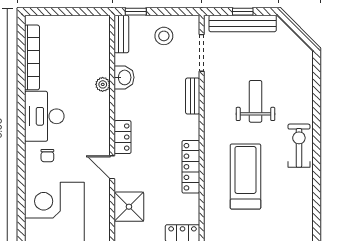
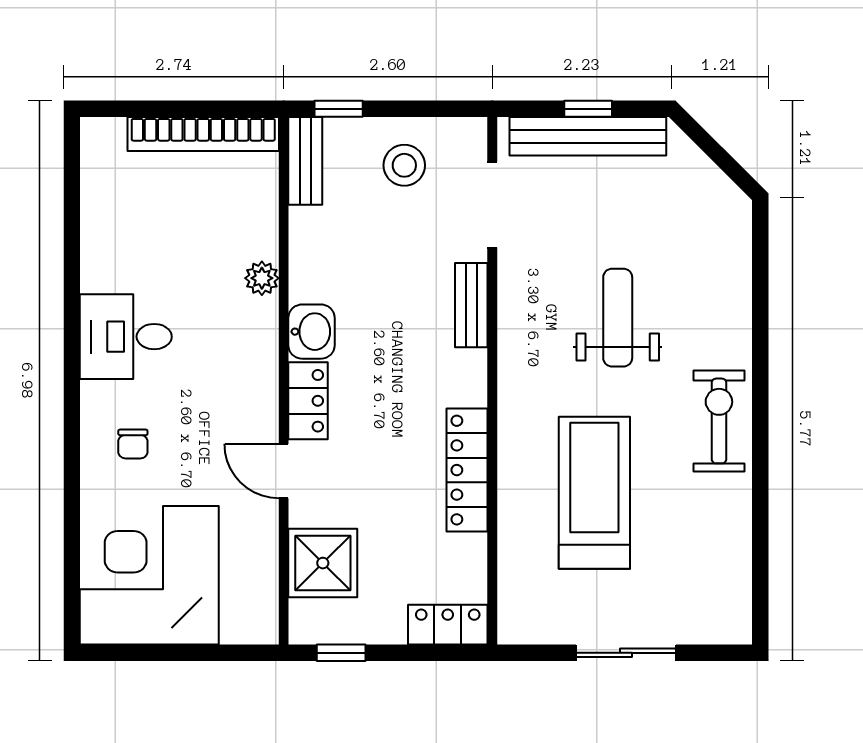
bookcase: (32, 57) -> (203, 134), moved, turned 90
washbasin: (124, 77) -> (312, 332), moved
desk: (44, 116) -> (126, 337), width x0.73

